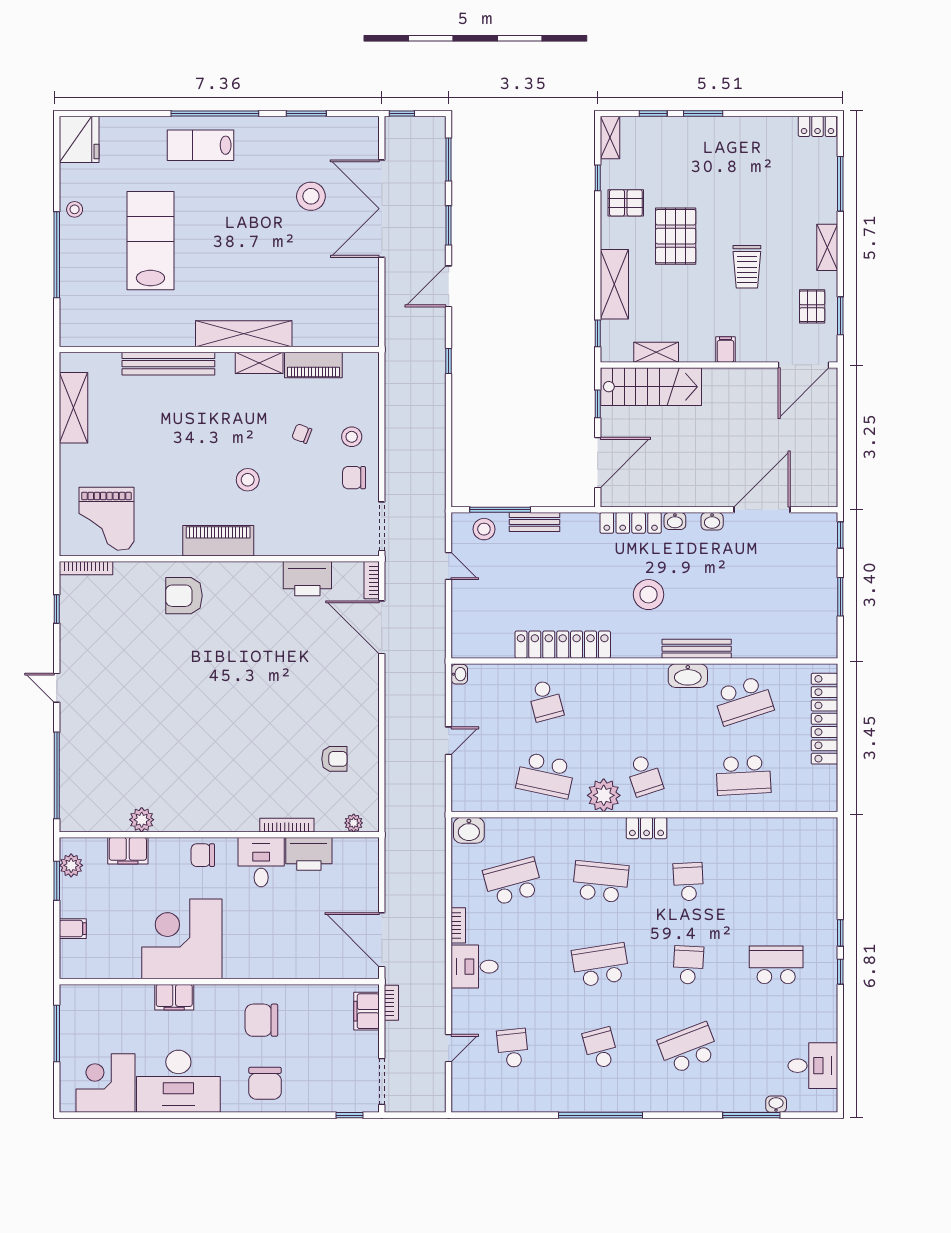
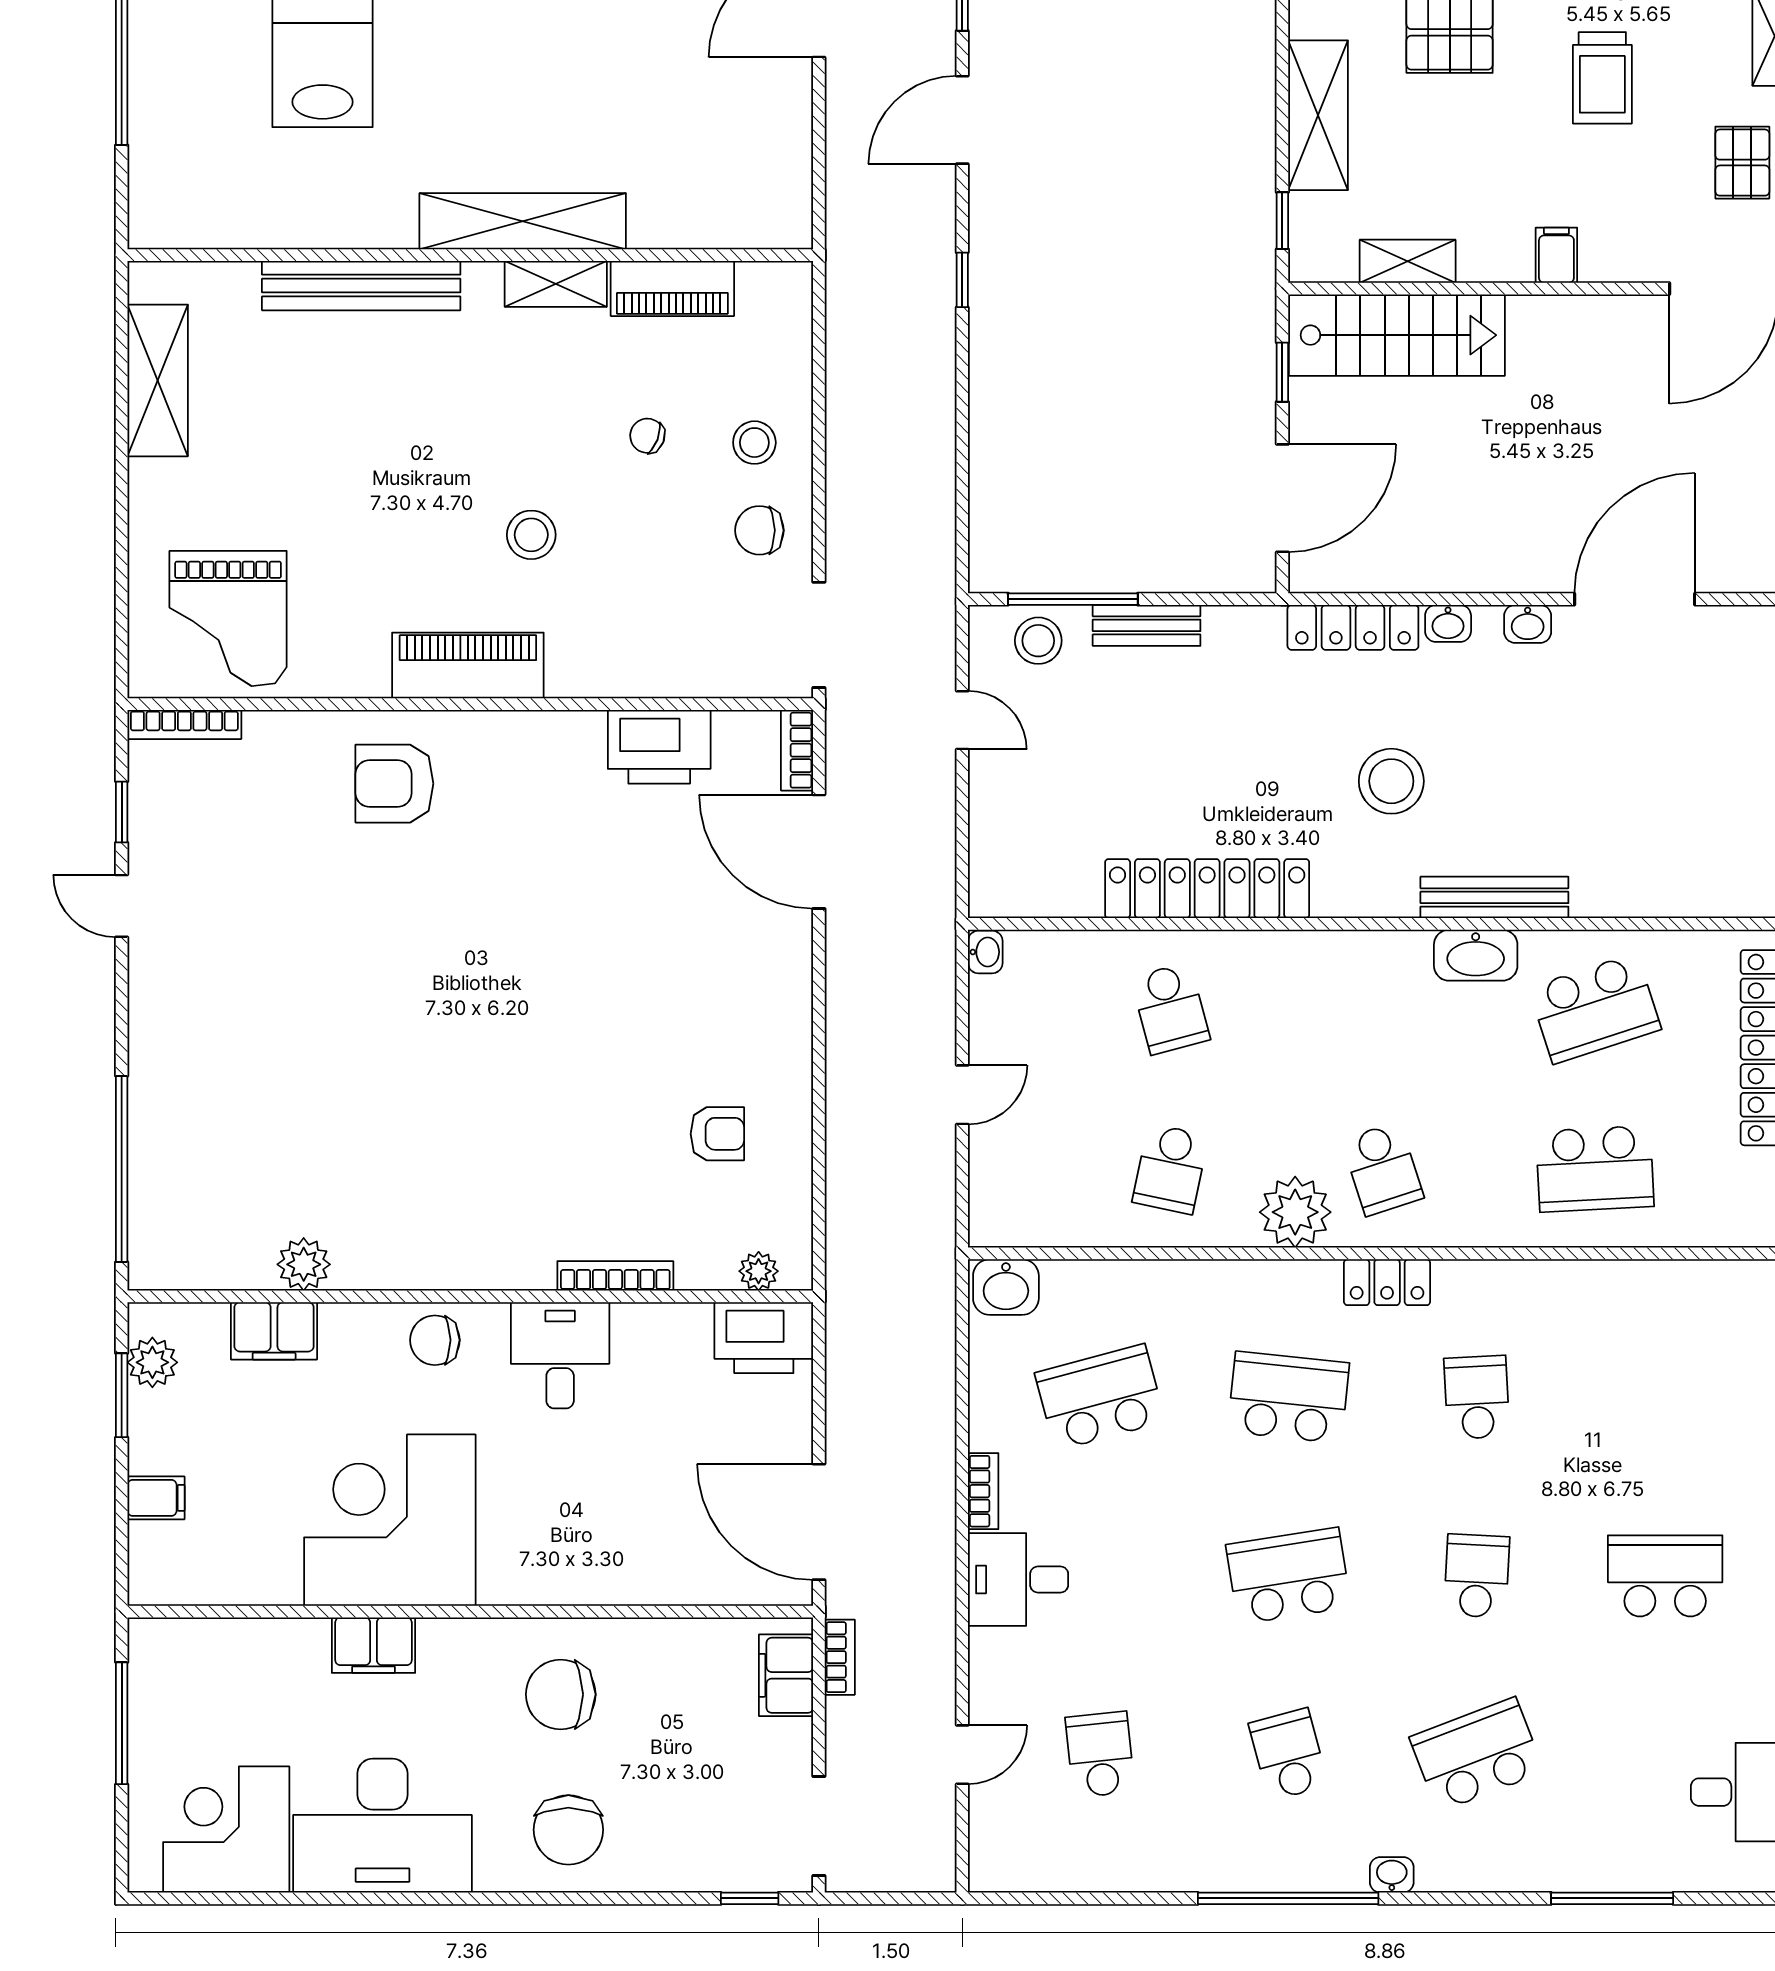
door: (57, 688) -> (122, 906), moved
school desk: (546, 775) -> (1170, 1169), width x0.54
printer: (309, 854) -> (764, 1338), moved
washbasin: (776, 1104) -> (1392, 1875), moved

